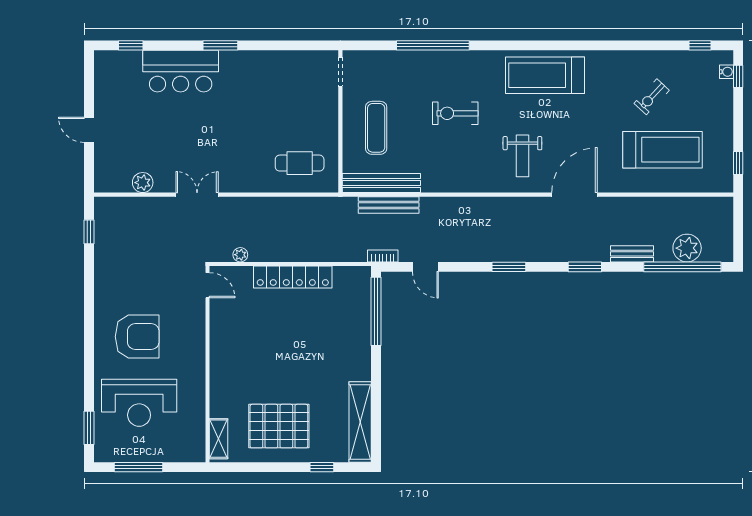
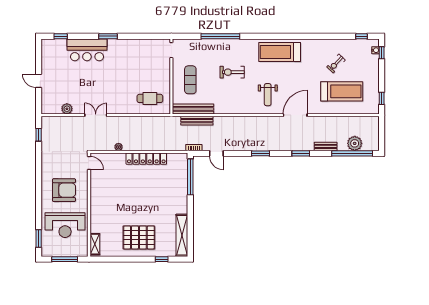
door: (207, 285) -> (89, 163), moved
wall: (207, 364) -> (89, 205), moved
shelving: (218, 439) -> (95, 244), moved

